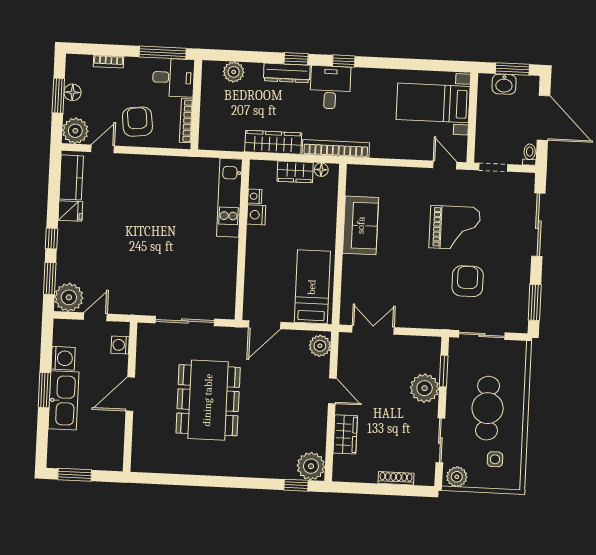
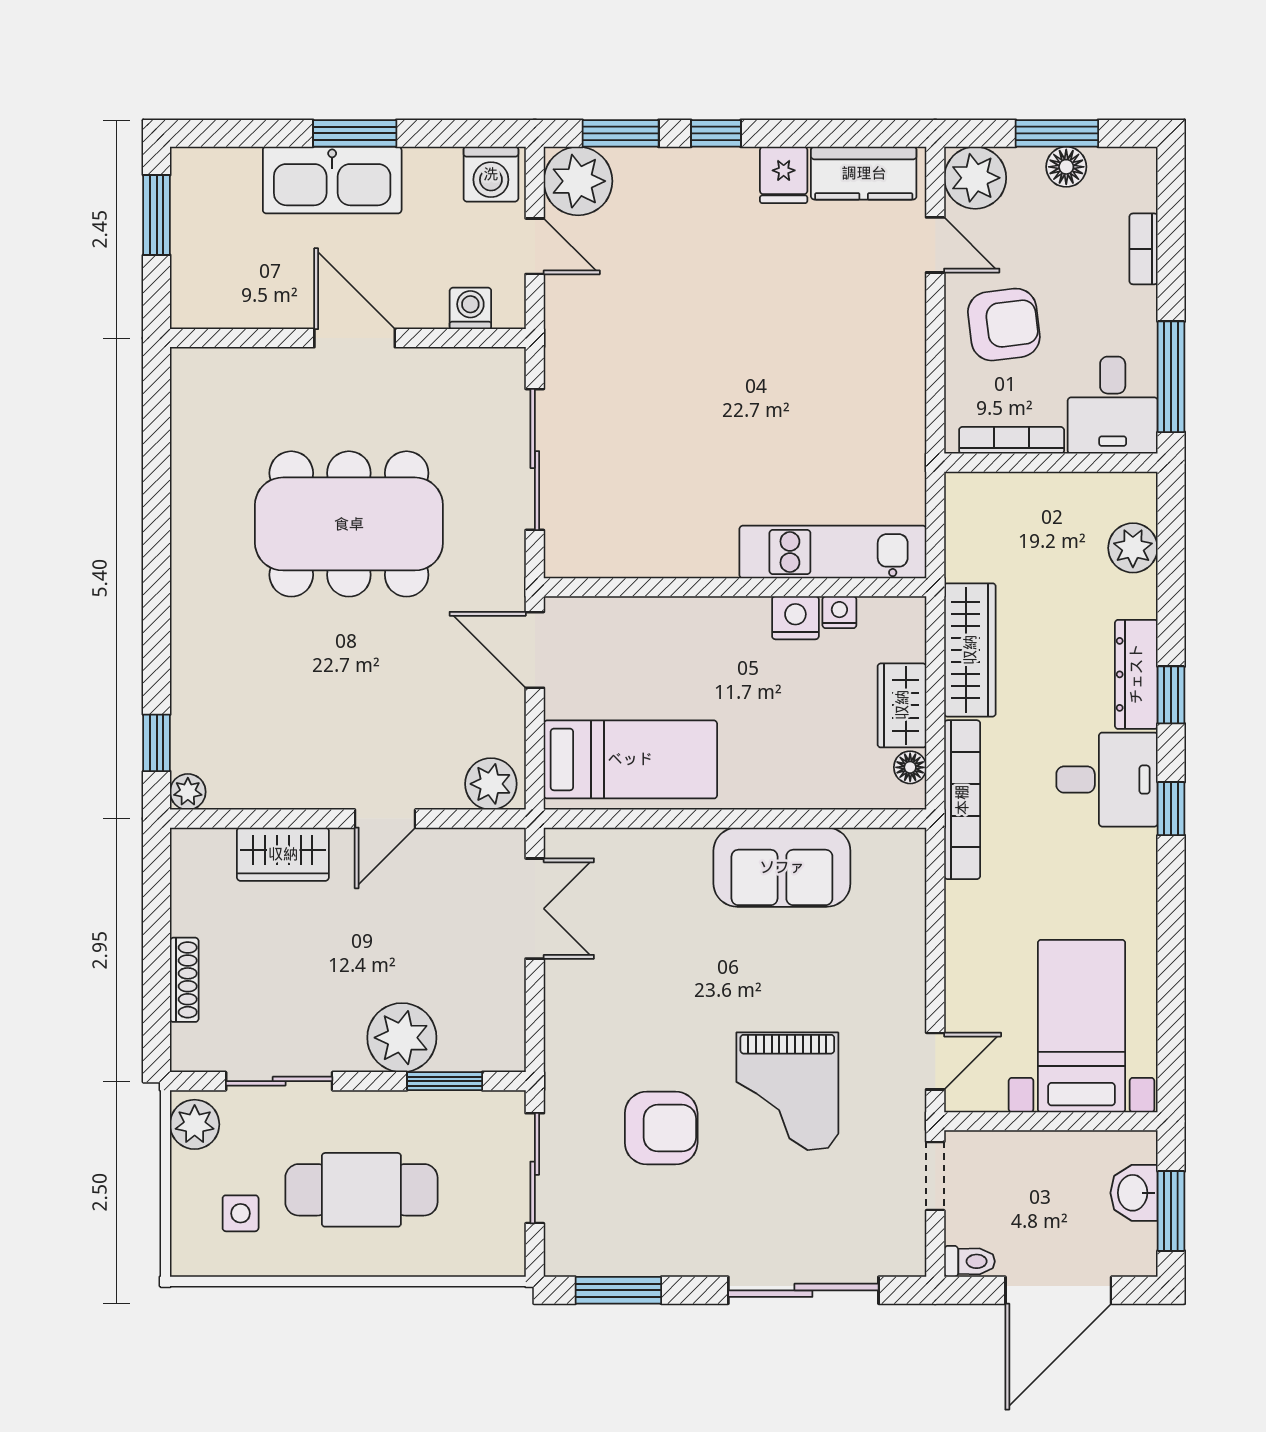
washing machine: (63, 358) -> (491, 174), moved
plant: (311, 466) -> (188, 792), width x0.53, depth x0.53

